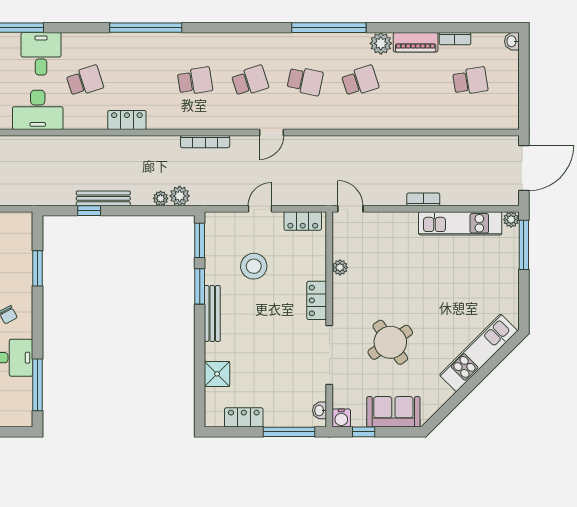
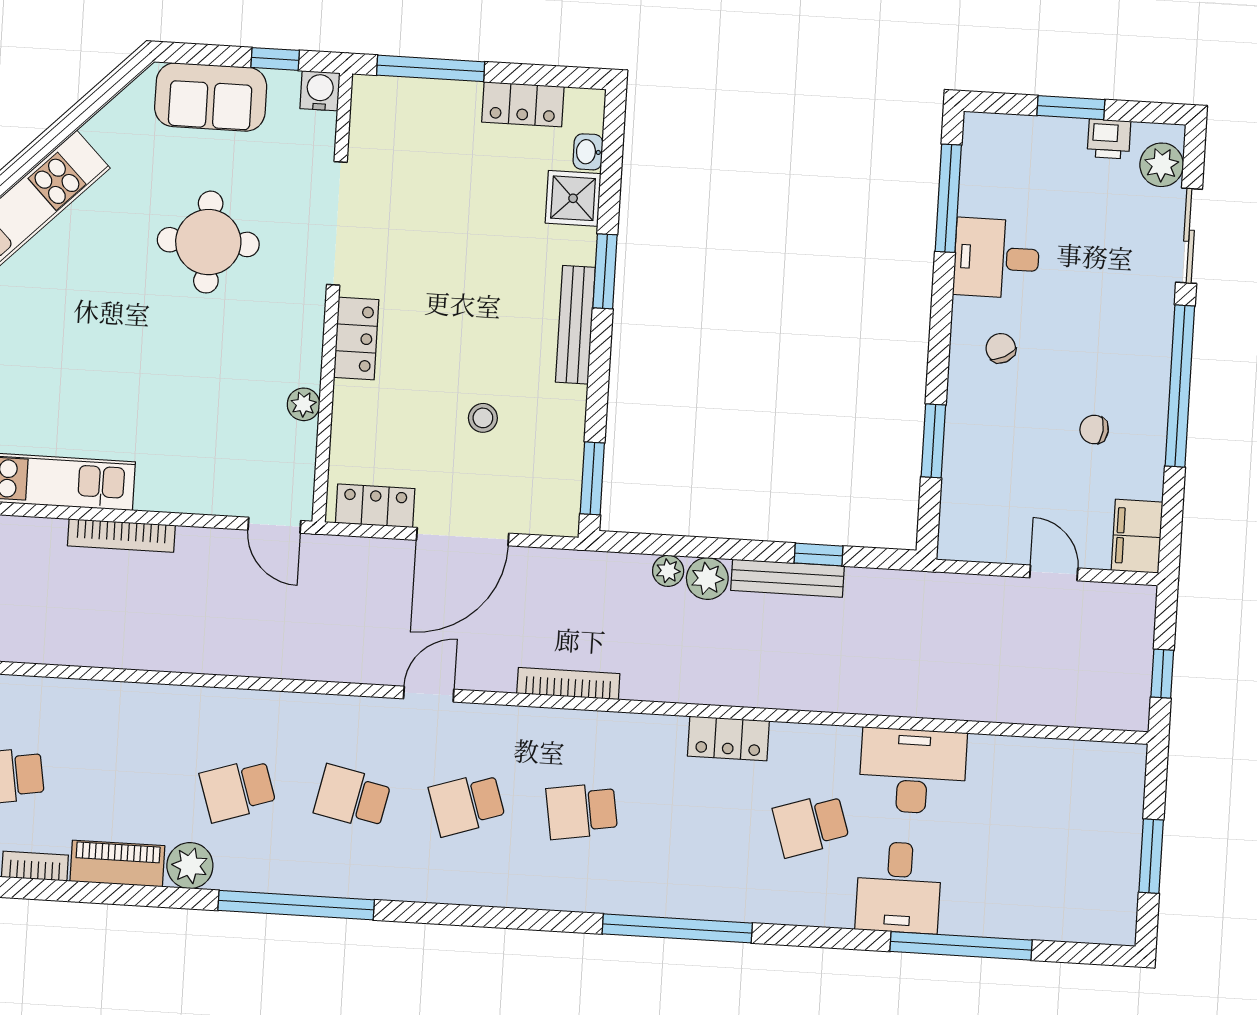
plant: (180, 196) -> (707, 579), moved
bookcase: (423, 199) -> (121, 535), width x1.56
door: (260, 209) -> (463, 537), width x1.88
stool: (254, 266) -> (483, 418), width x0.53, depth x0.53
window: (200, 286) -> (605, 271), moved
round table: (390, 342) -> (208, 242), turned 34
washbasin: (320, 410) -> (588, 152), moved, turned 180

